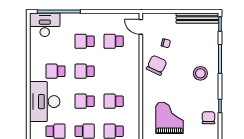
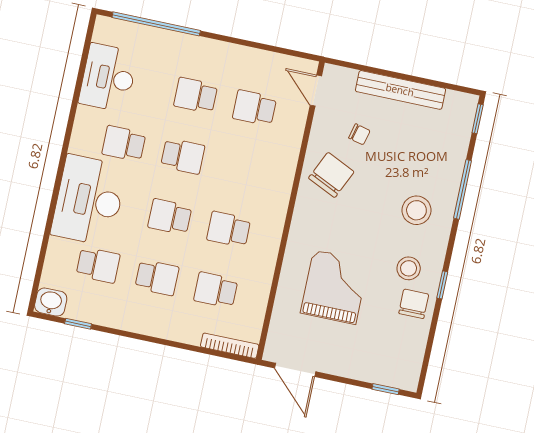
bench: (197, 18) -> (400, 90), moved
desk: (45, 25) -> (108, 78), moved, turned -90
school desk: (85, 71) -> (183, 156), turned 180
stool: (202, 102) -> (409, 268), added

